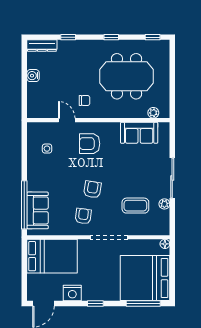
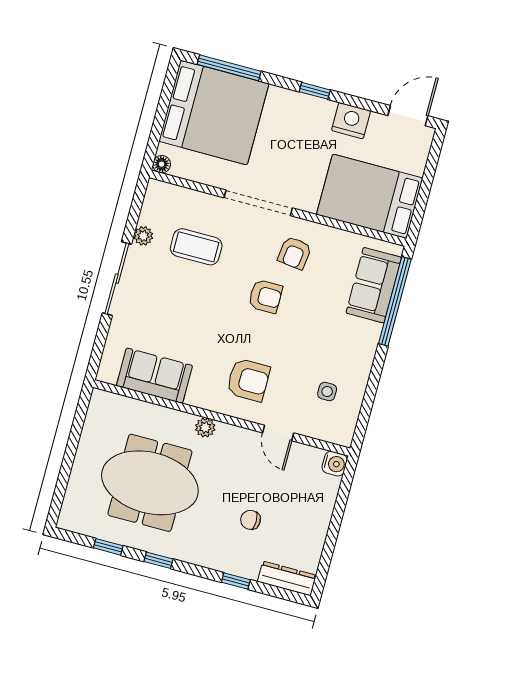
window: (153, 37) -> (108, 547), moved
water cooler: (33, 76) -> (335, 464), moved
chair: (84, 101) -> (250, 520), moved
plant: (153, 113) -> (205, 427), moved
armchair: (92, 189) -> (265, 296), turned -99

